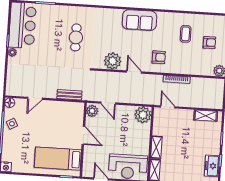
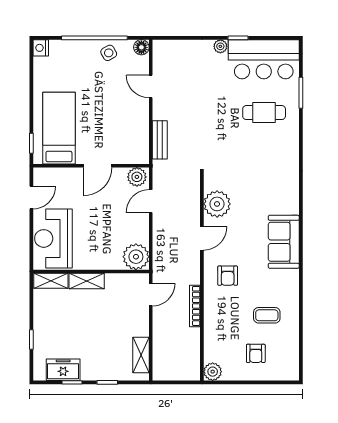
cafe table: (76, 37) -> (264, 113), moved

